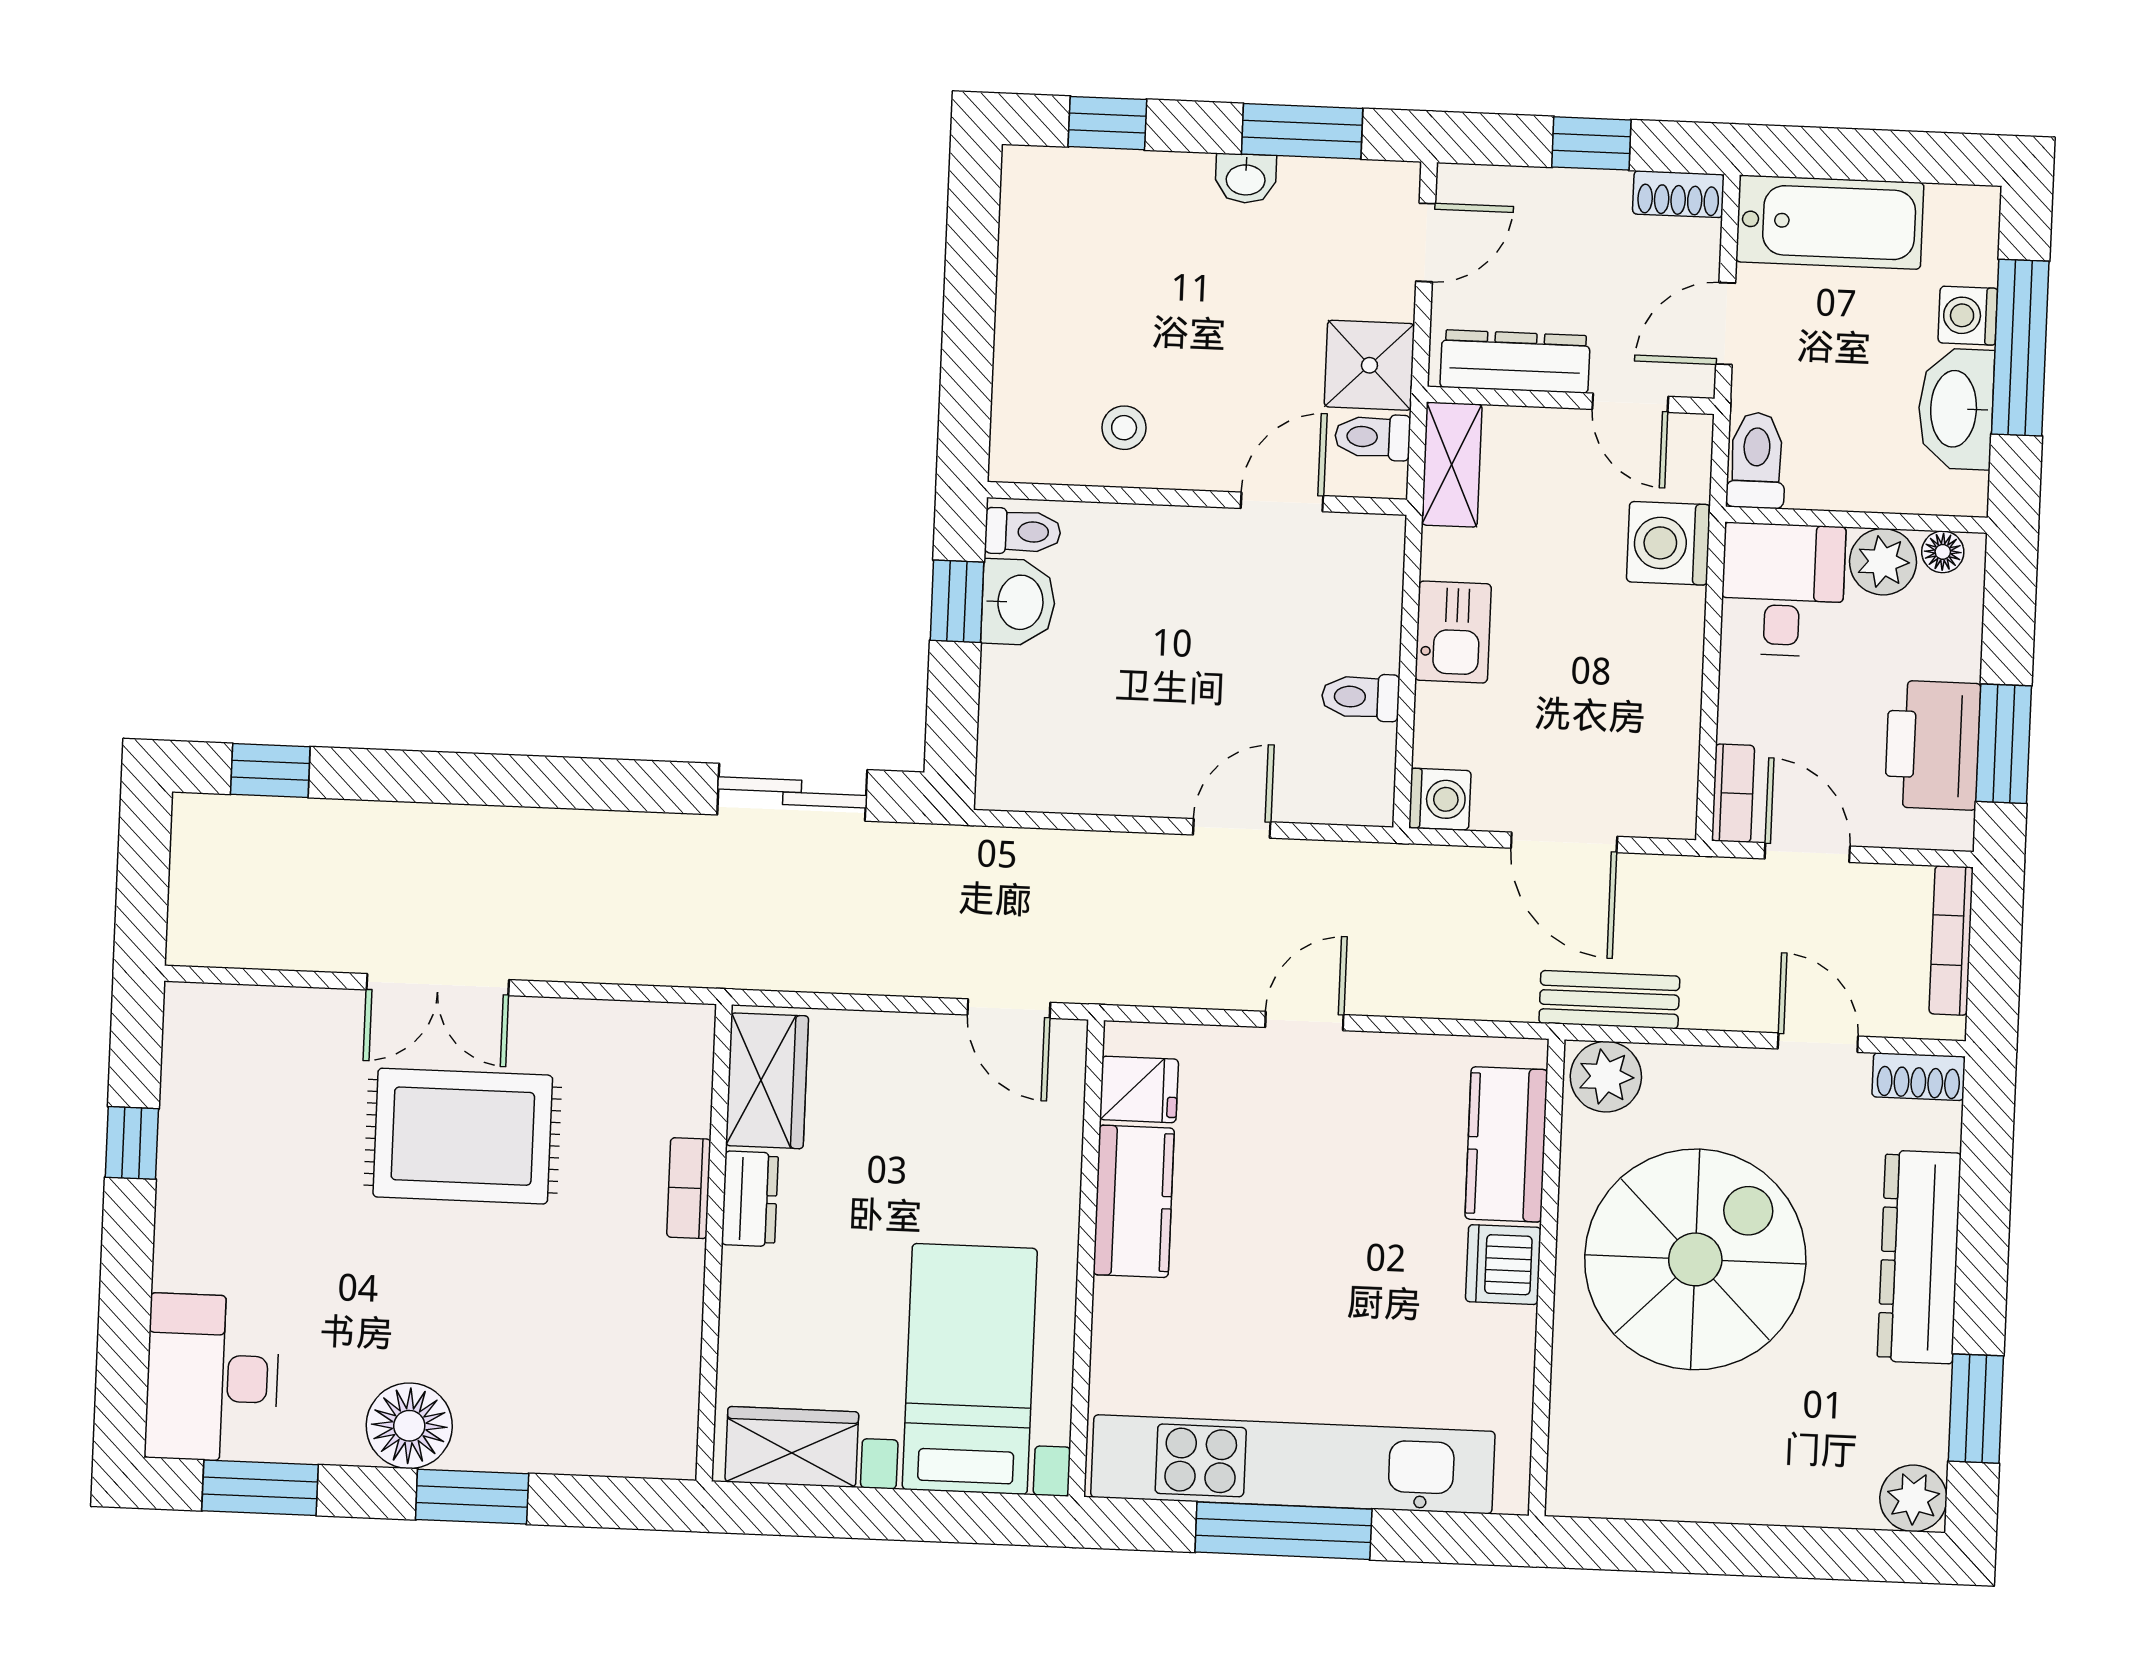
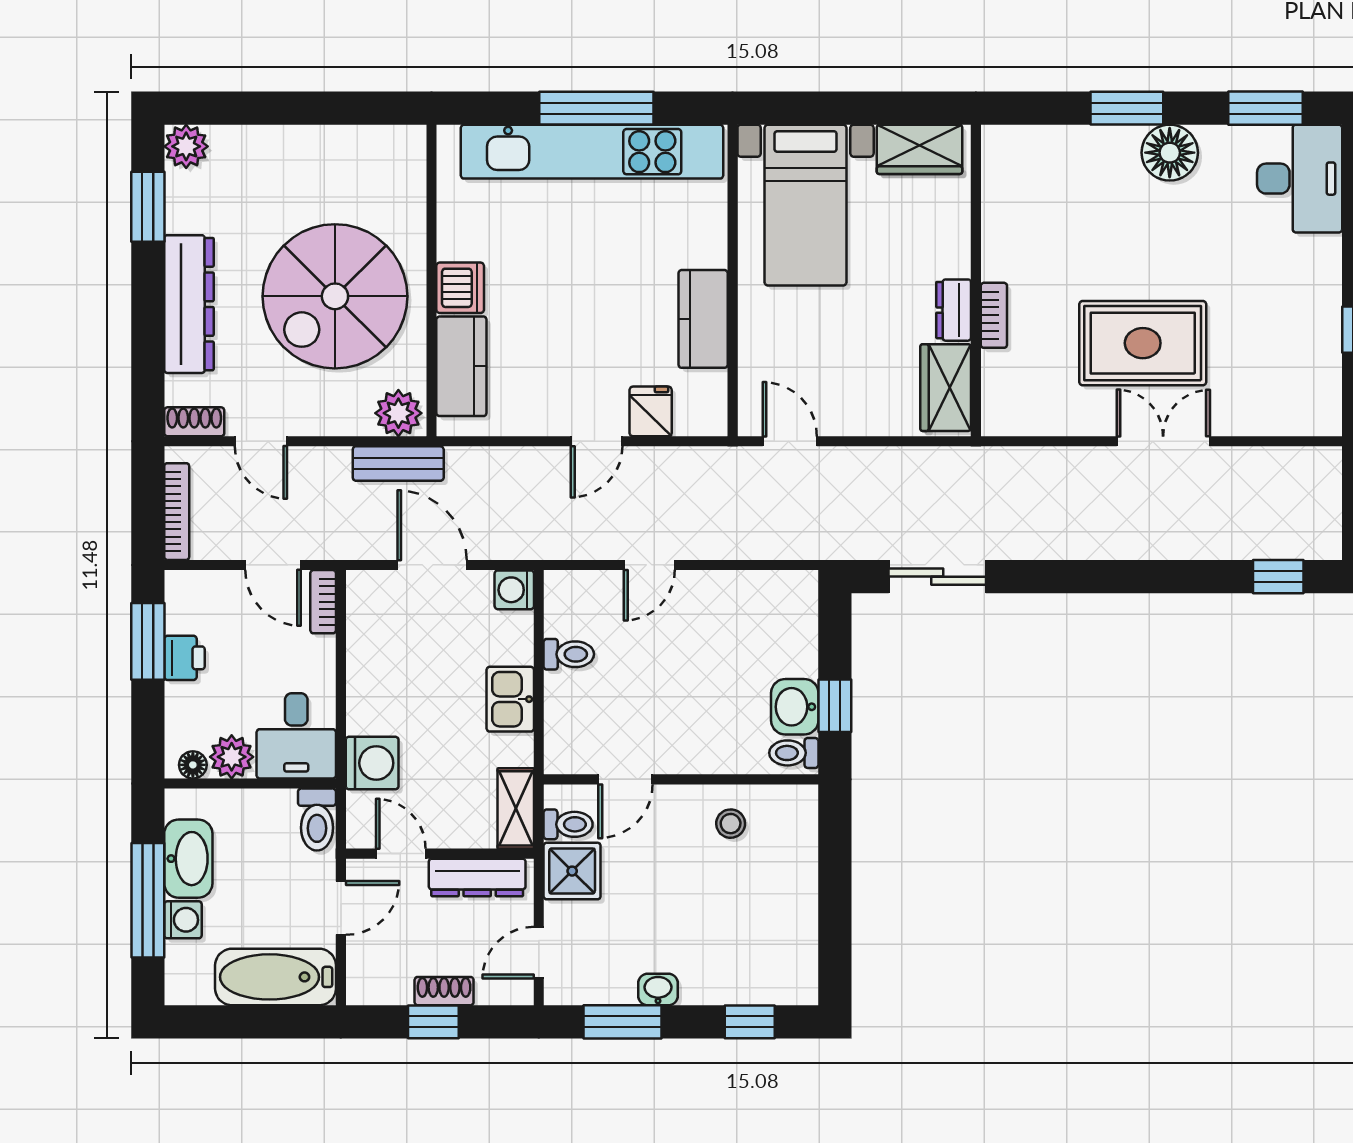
shoe rack: (1678, 194) -> (444, 991), moved
printer: (1933, 745) -> (184, 658), width x0.53, depth x0.68
fridge: (1139, 1089) -> (651, 411), moved, turned 90

